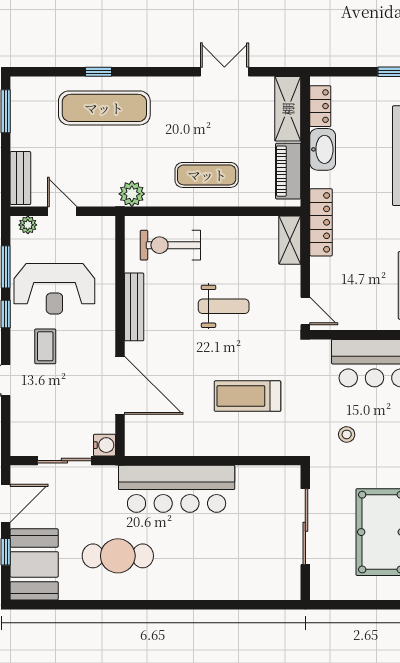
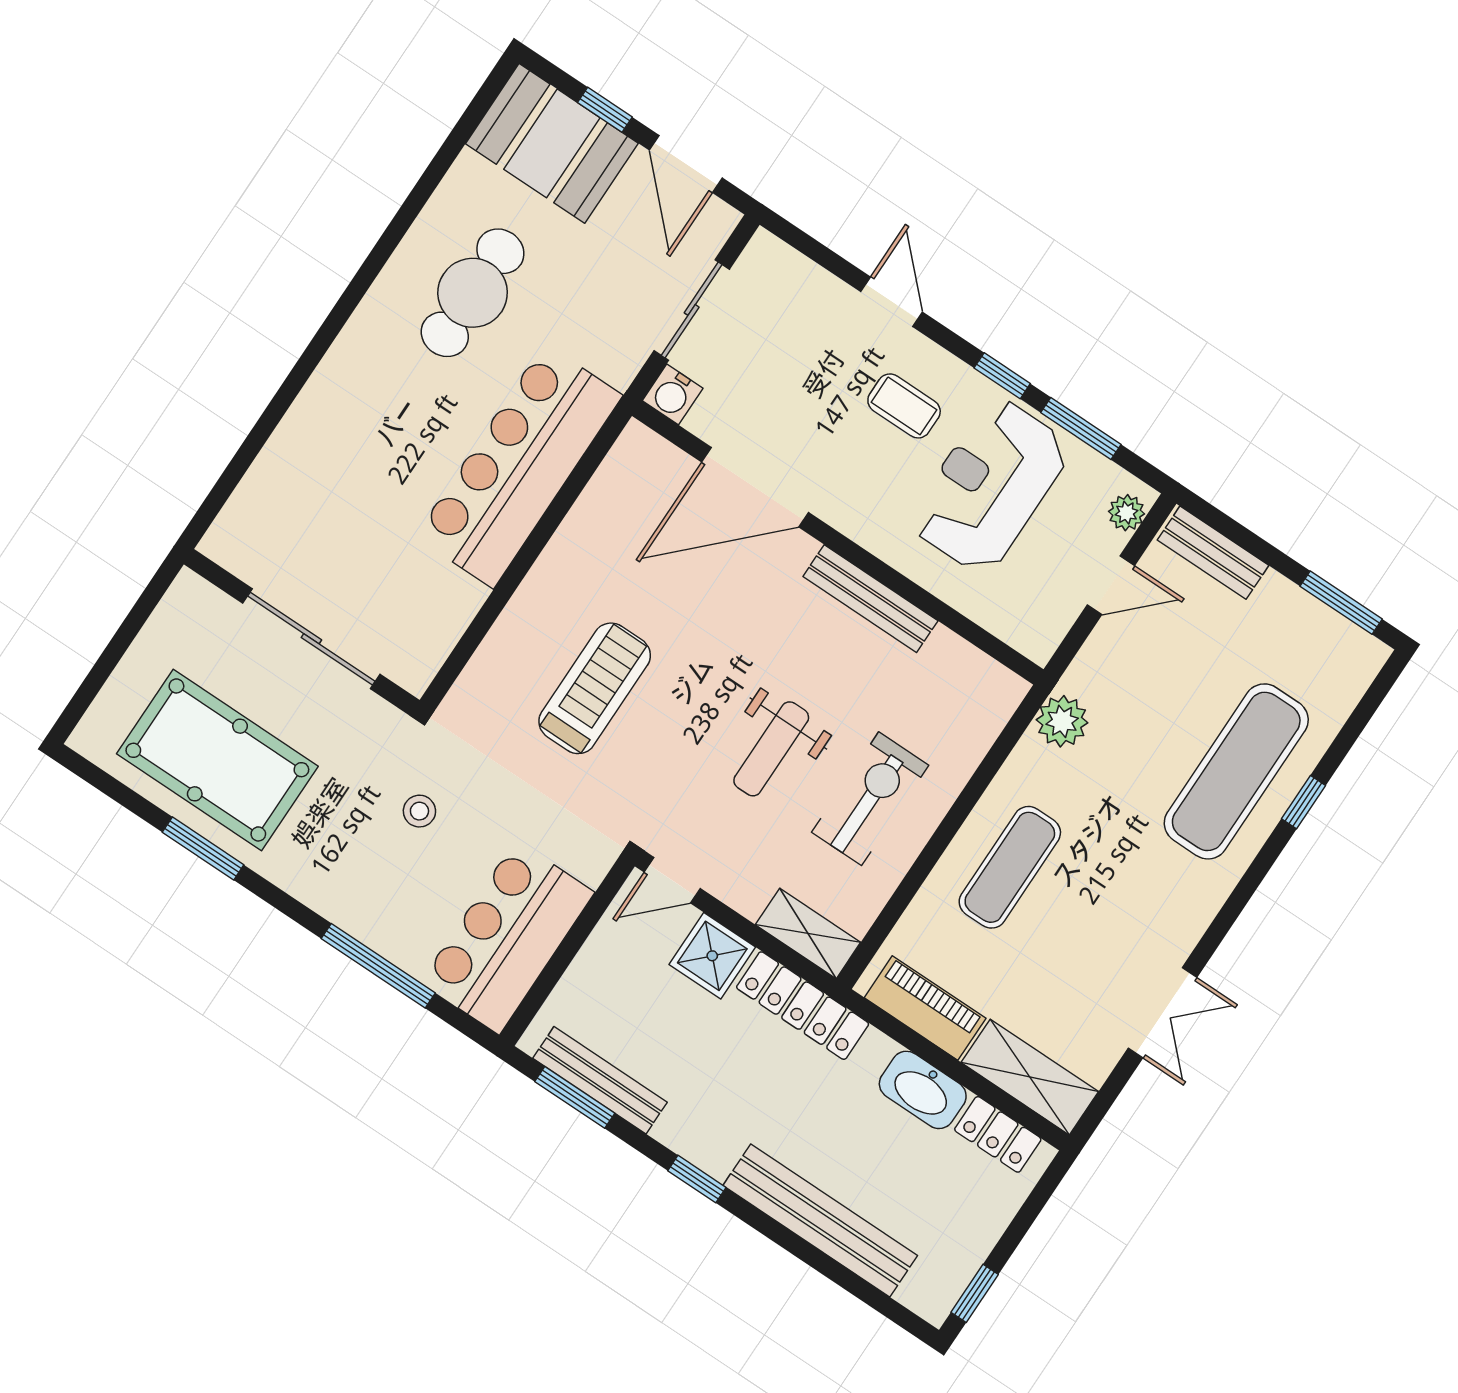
exercise bike: (170, 245) -> (870, 799), moved
shower: (325, 273) -> (712, 956), added

